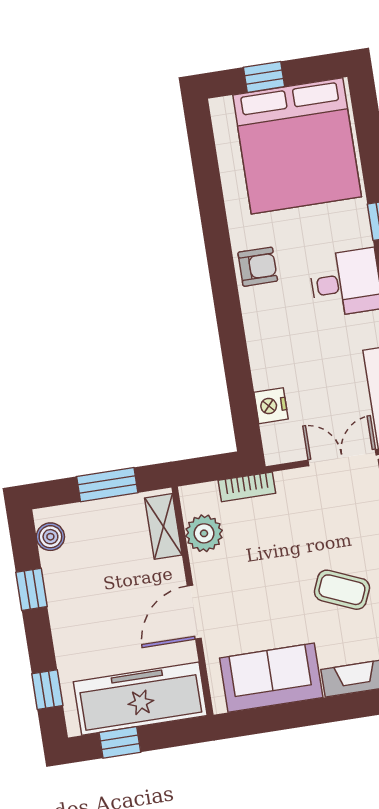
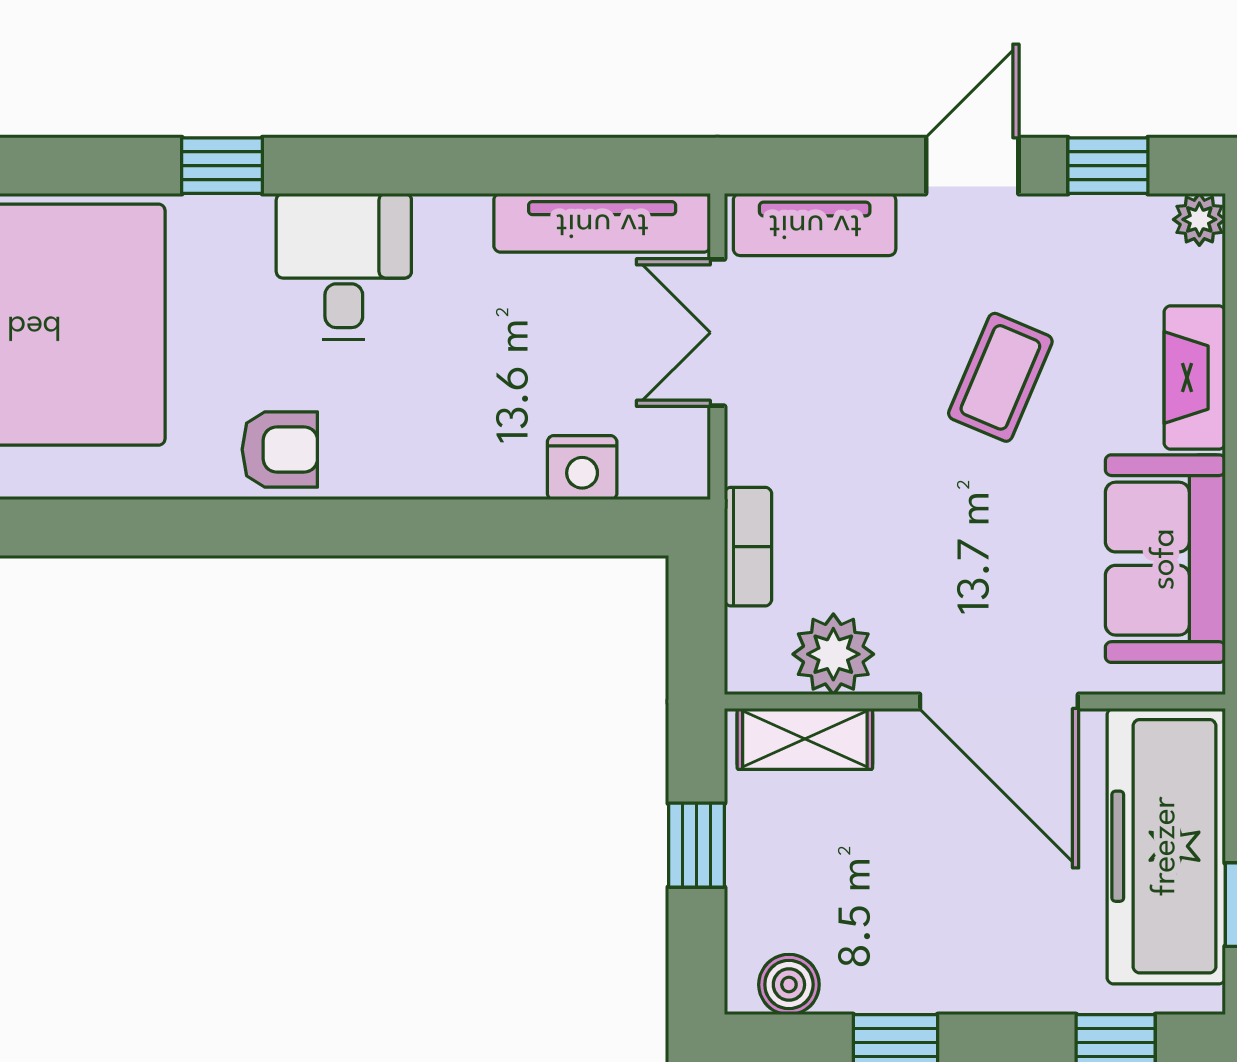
armchair: (258, 267) -> (280, 449), turned 90
window: (107, 485) -> (696, 845), width x0.67
door: (194, 612) -> (999, 702), width x1.36

